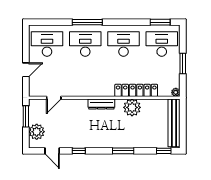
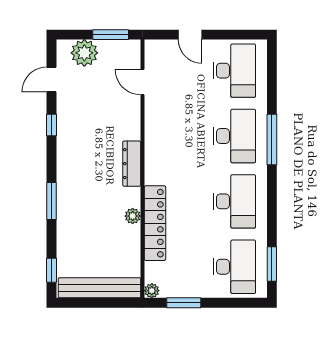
window: (183, 63) -> (184, 303), moved
plant: (132, 107) -> (133, 216), width x0.53, depth x0.53

